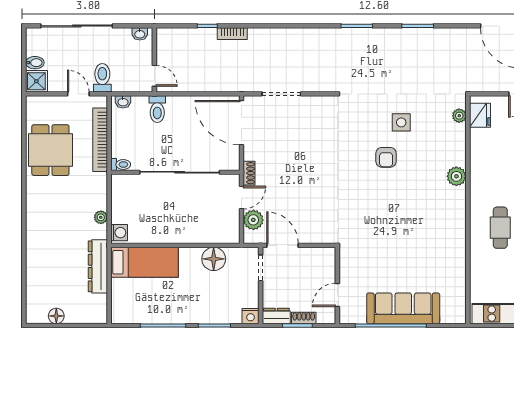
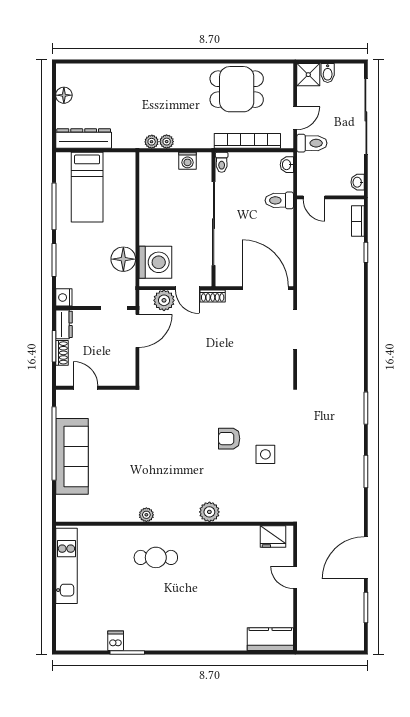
bookcase: (232, 34) -> (358, 221), moved
door: (154, 76) -> (314, 197), hinge flipped
plant: (459, 116) -> (146, 515), moved
door: (241, 123) -> (265, 288), hinge flipped
washing machine: (217, 228) -> (155, 262), added
plant: (101, 232) -> (152, 142), added
washing machine: (119, 233) -> (187, 161), moved
bed: (144, 262) -> (87, 187), moved
dresser: (98, 266) -> (84, 139), moved

